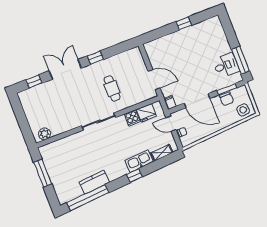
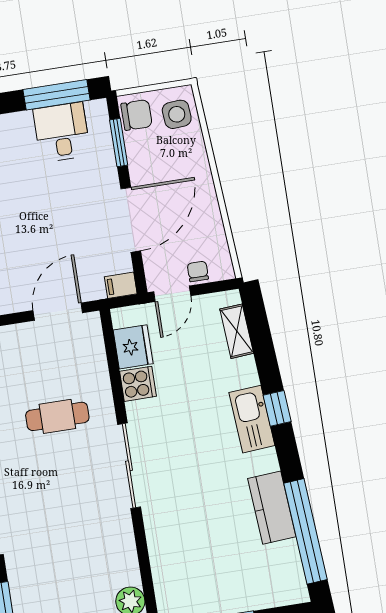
chair: (226, 99) -> (137, 115), moved
kitchen sink: (139, 161) -> (252, 419), moved

